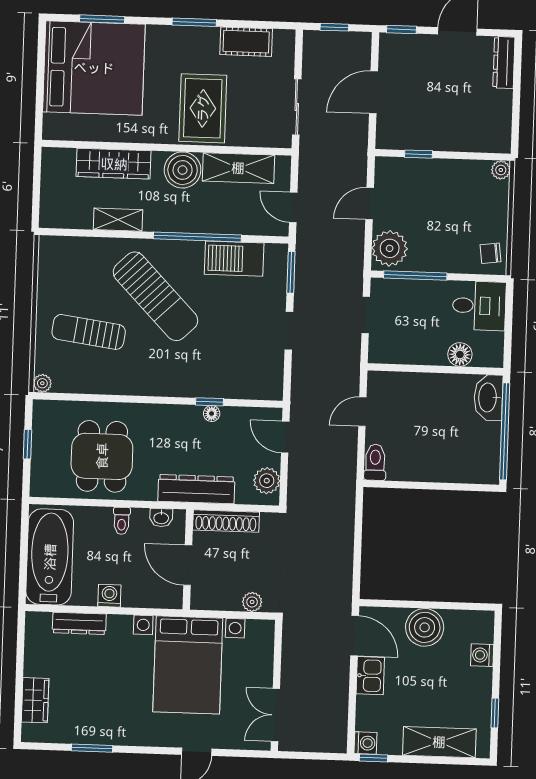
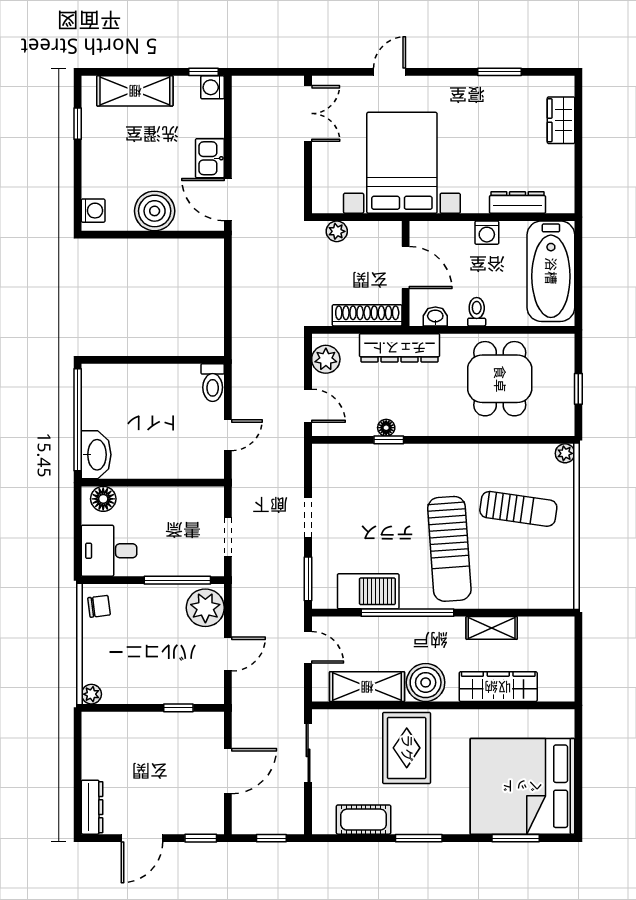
sun lounger: (156, 296) -> (449, 549), turned -140
floor lamp: (460, 354) -> (103, 499), moved
washing machine: (482, 655) -> (93, 211), moved

